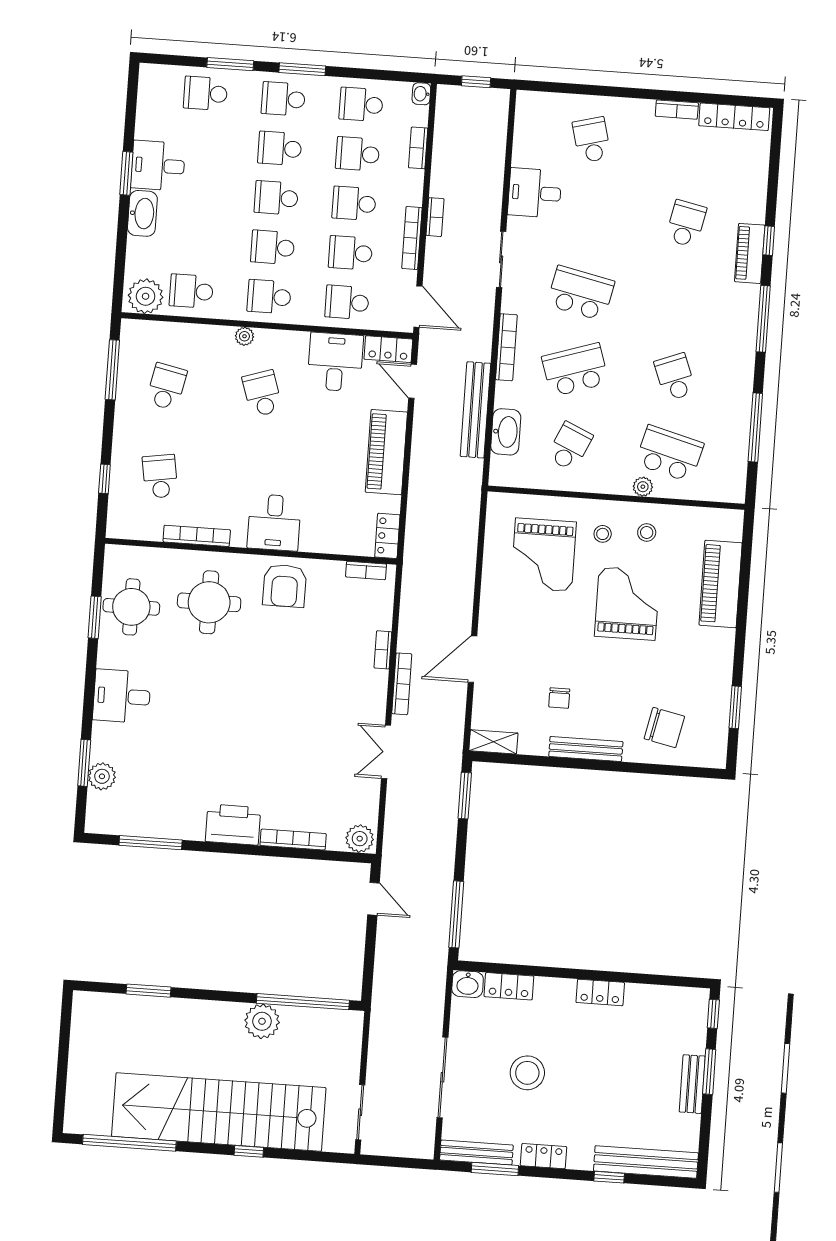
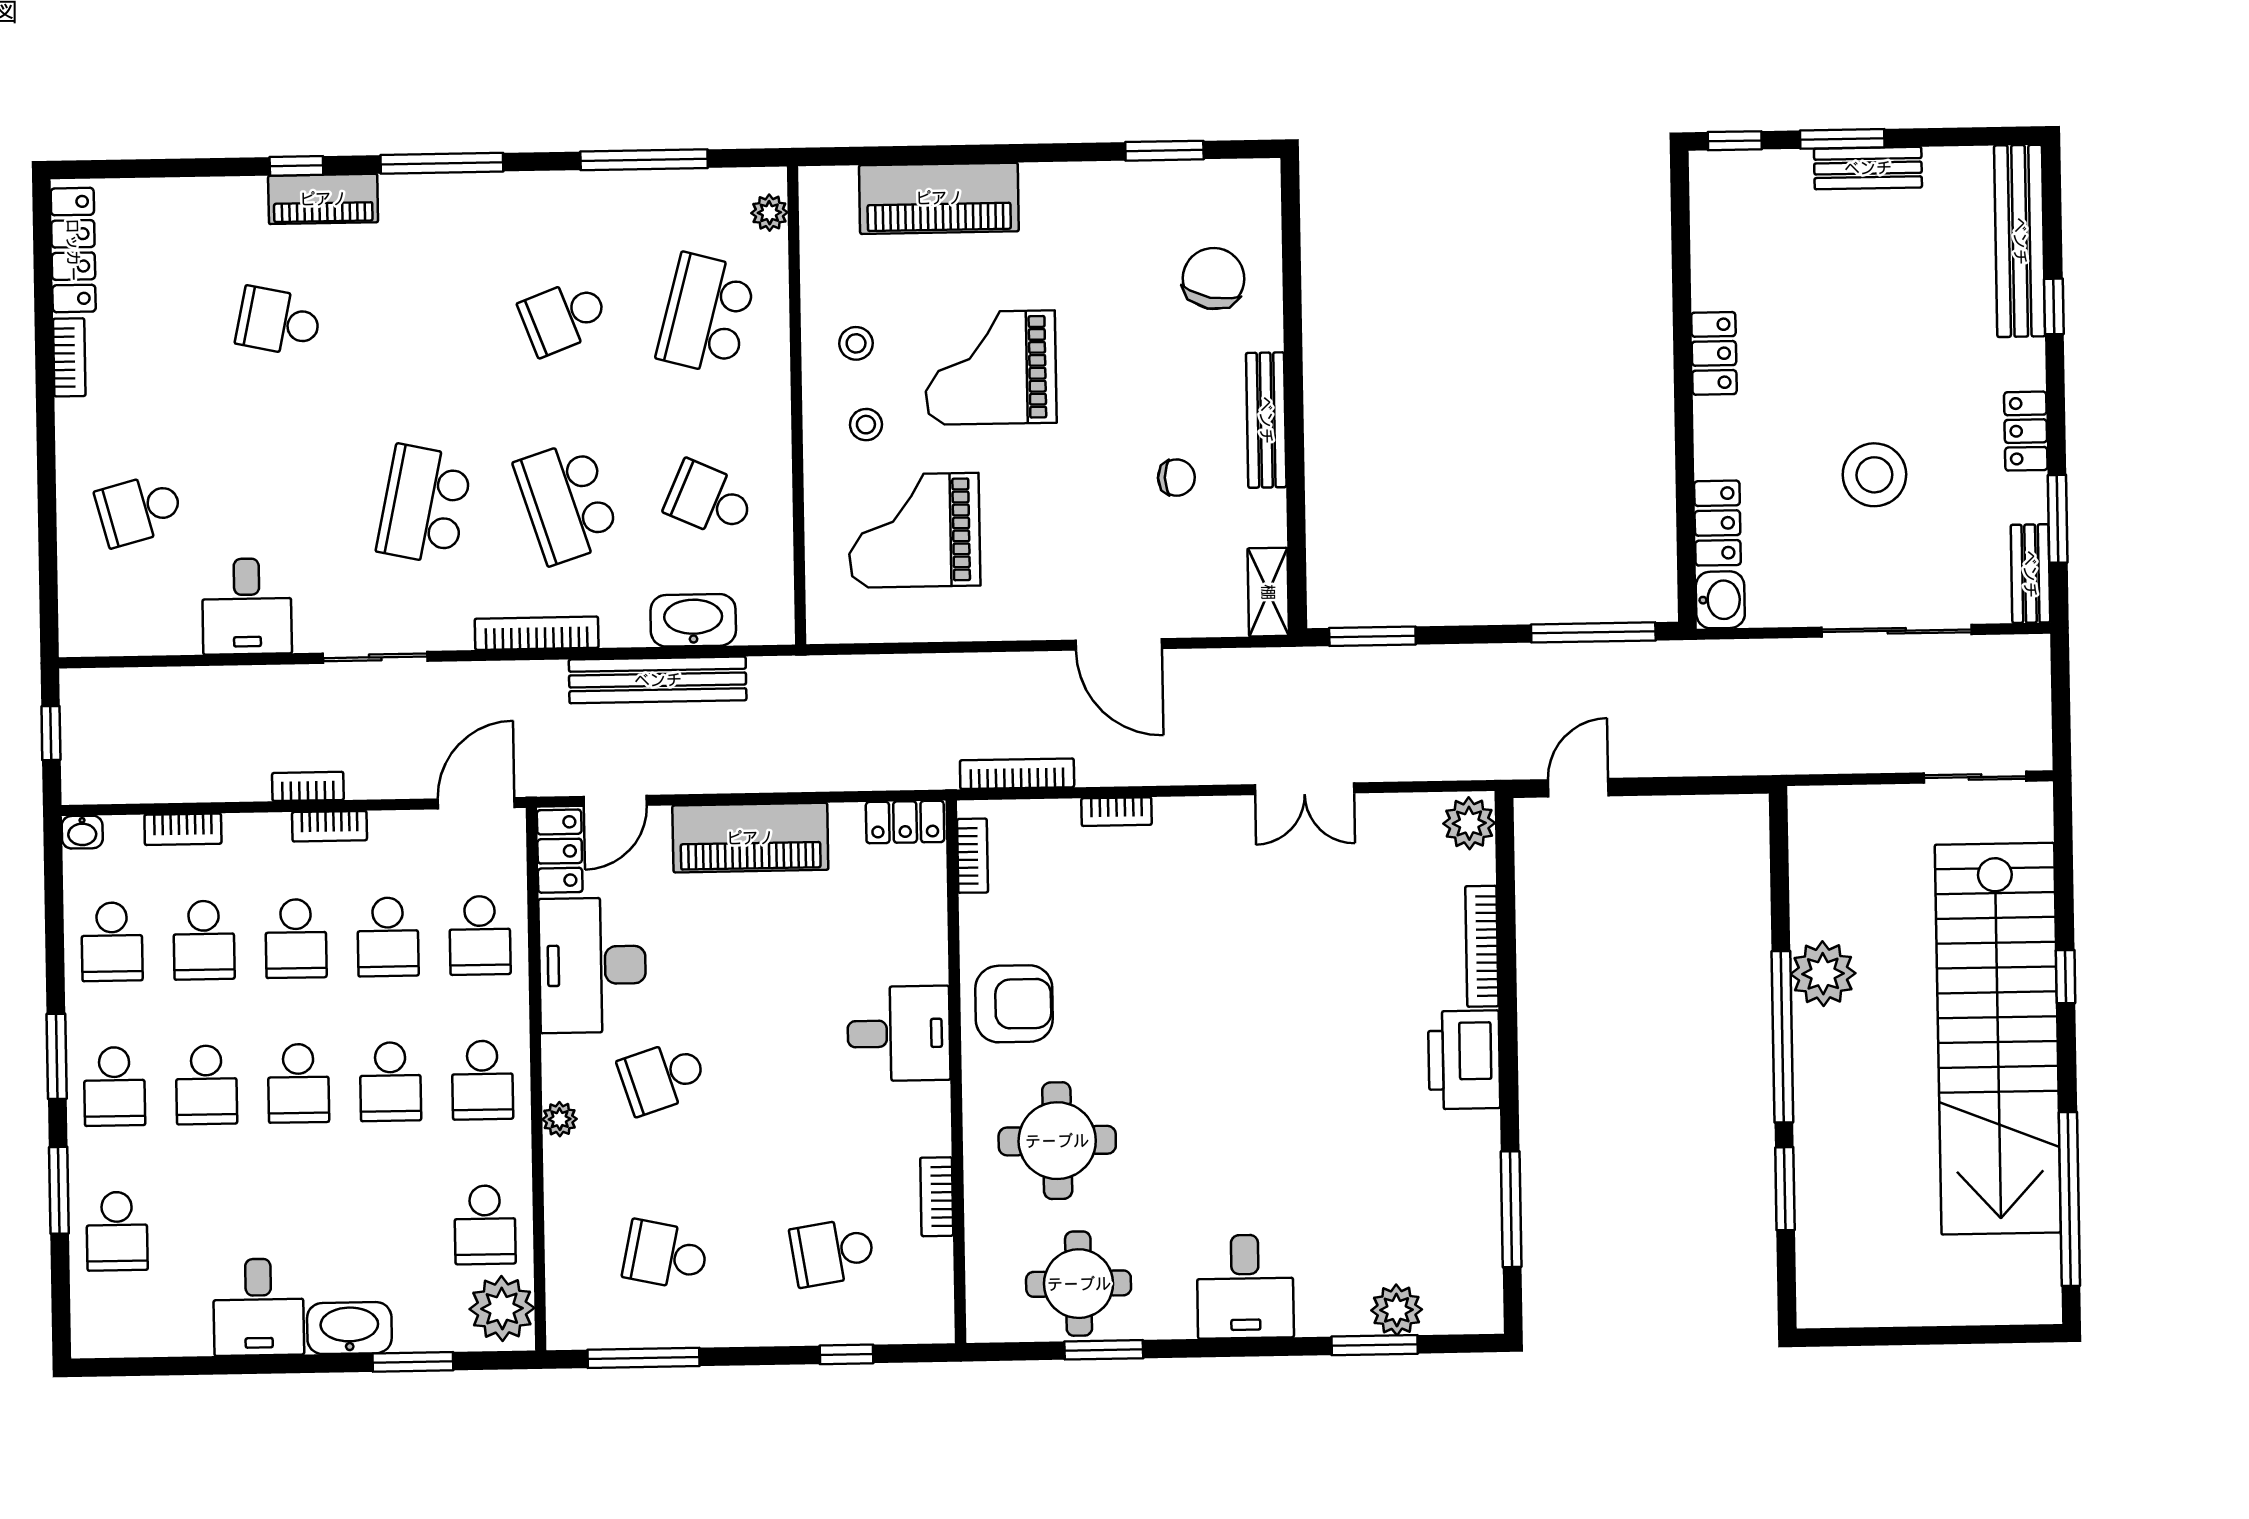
window: (126, 173) -> (413, 1362), moved
bookcase: (412, 238) -> (329, 826), width x0.64
desk: (335, 362) -> (592, 965), width x1.37
plant: (643, 487) -> (769, 213), moved
bookcase: (197, 536) -> (937, 1197), width x0.64
grand piano: (544, 555) -> (914, 530), turned 180
bookcase: (402, 684) -> (1017, 774), moved
window: (303, 1002) -> (1782, 1037), moved
bench: (476, 1153) -> (2030, 574), width x0.73

